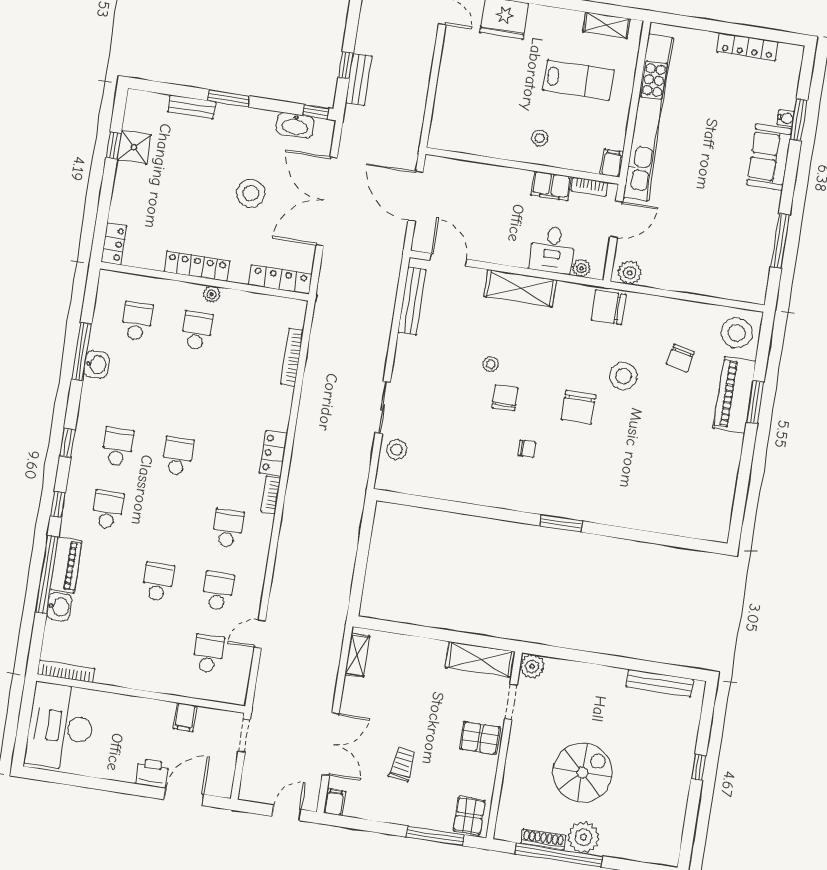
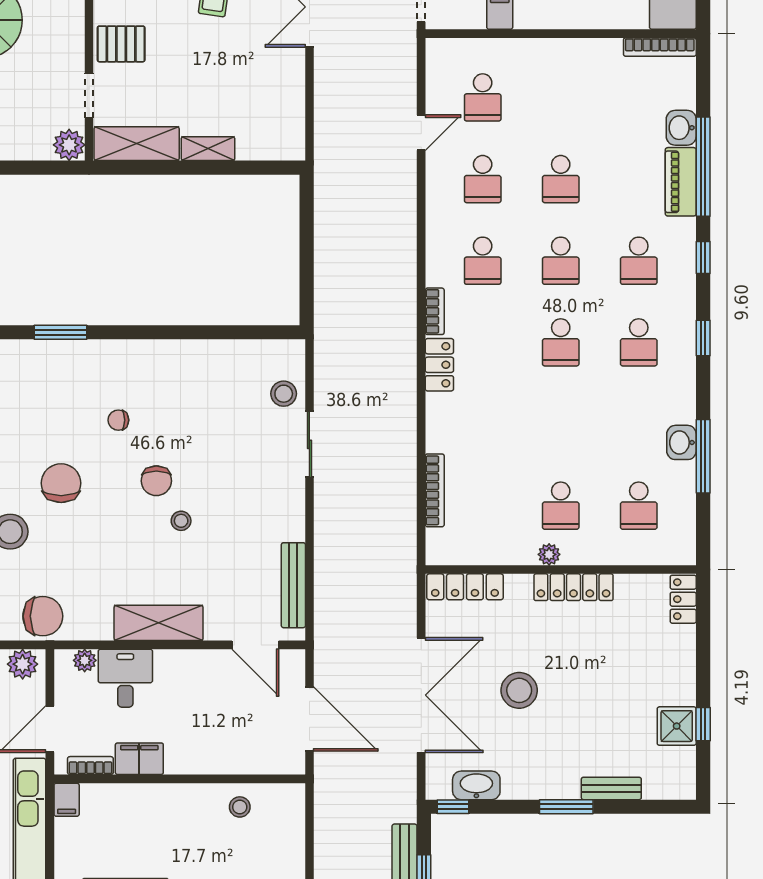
stool: (540, 138) -> (240, 807), moved
school desk: (168, 519) -> (561, 261), added
shelving: (357, 655) -> (208, 149), moved, turned 90

